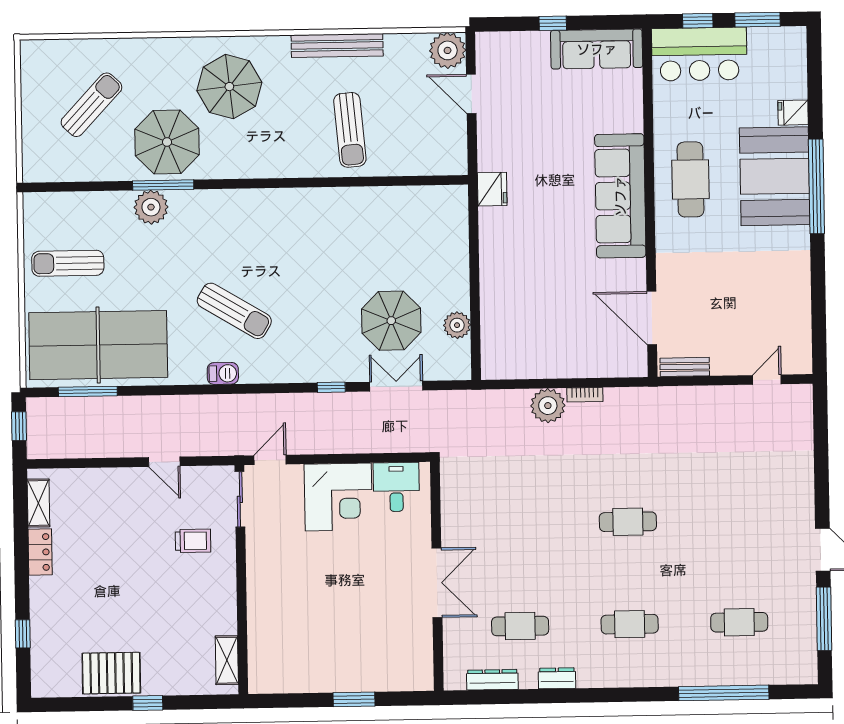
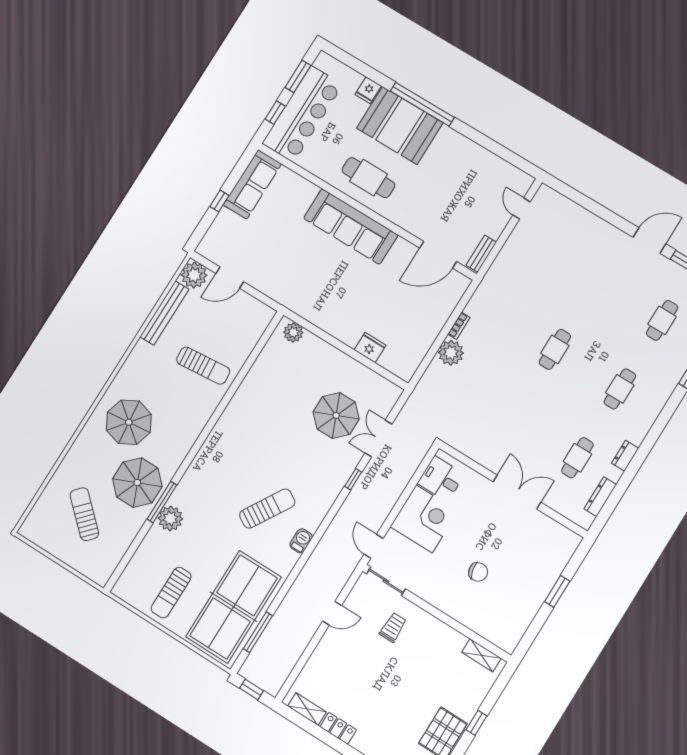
bench: (337, 45) -> (164, 313), moved
bar counter: (699, 54) -> (303, 114), width x1.36
fridge: (492, 189) -> (370, 348), moved
plant: (457, 325) -> (293, 332), moved
chair: (318, 597) -> (478, 572), added

